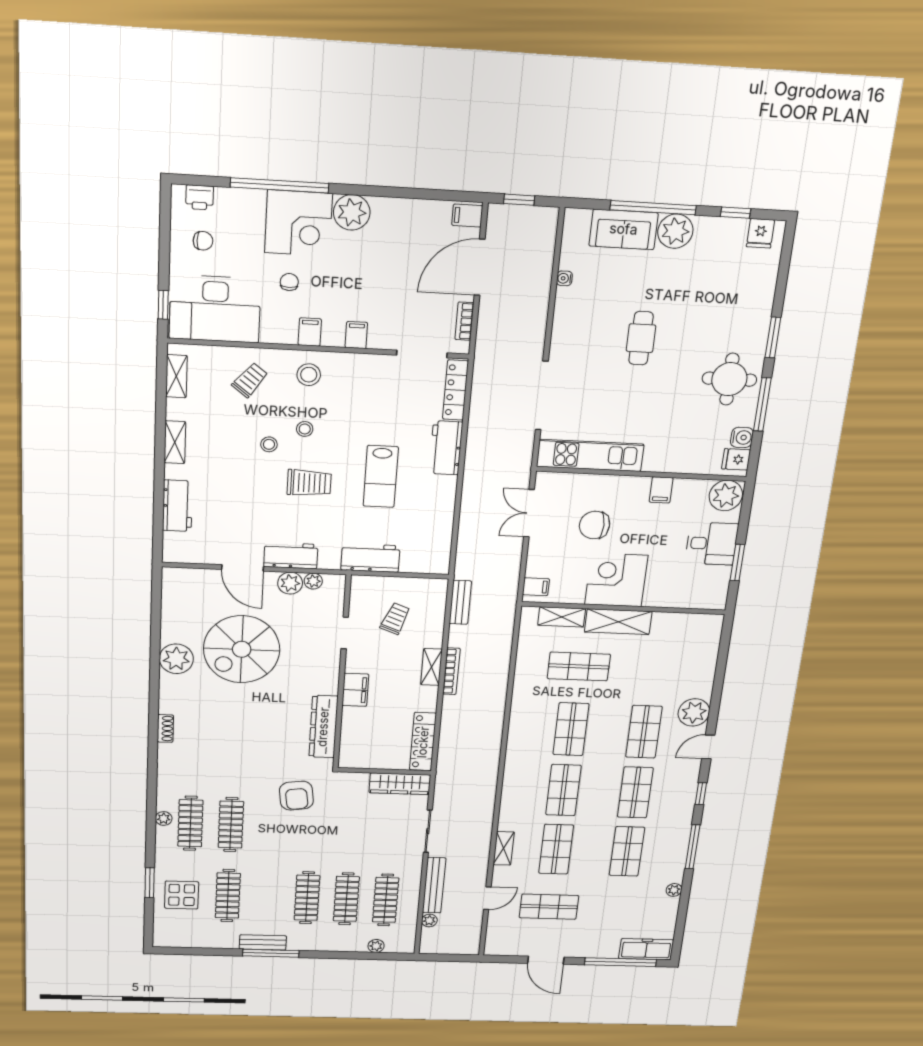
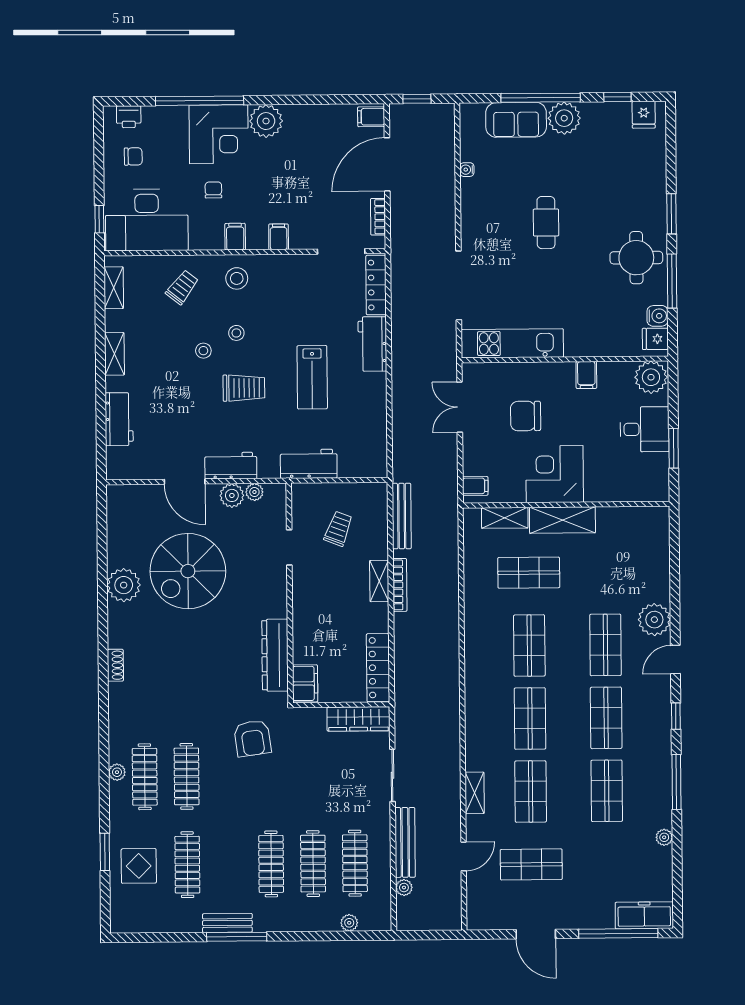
bench: (460, 602) -> (402, 516), width x1.36
filing cabinet: (355, 690) -> (305, 683), moved

